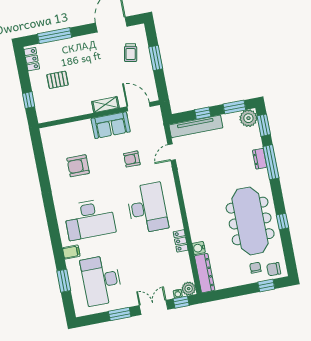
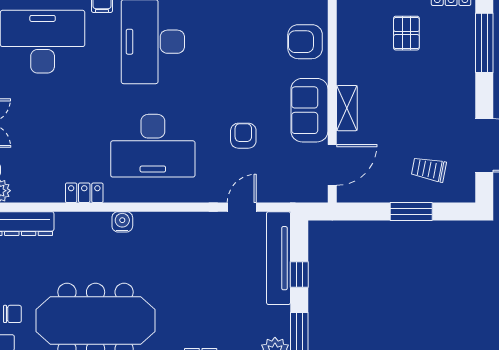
door: (172, 152) -> (242, 207), hinge flipped
armchair: (78, 166) -> (305, 42), moved, turned -90
water cooler: (199, 248) -> (122, 222), moved

